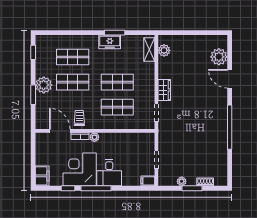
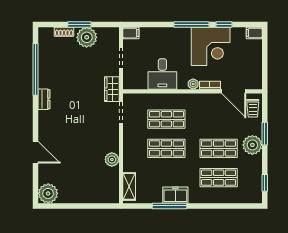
window: (115, 33) -> (170, 206), width x1.44
plant: (164, 50) -> (112, 160), moved
plant: (219, 57) -> (48, 193), moved
wardrobe: (164, 90) -> (112, 89), moved
trolley: (79, 118) -> (253, 108), moved
dresser: (222, 124) -> (44, 99), added
window: (230, 127) -> (36, 69), moved
desk: (109, 173) -> (162, 74), moved, turned 180
filing cabinet: (42, 176) -> (254, 33), width x0.50
plant: (182, 181) -> (87, 37), width x1.87, depth x1.87

